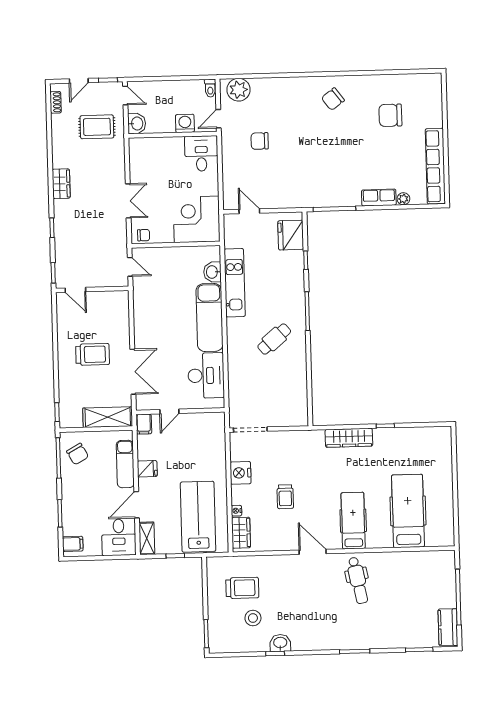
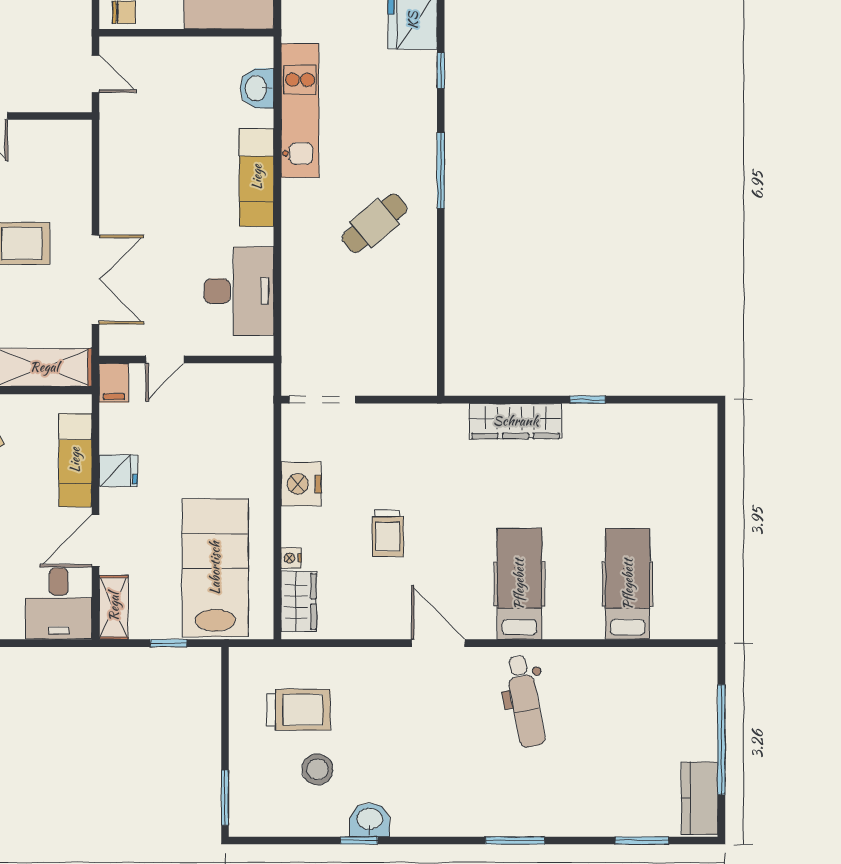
exam couch: (209, 317) -> (257, 177), width x0.73, depth x0.69
hospital bed: (408, 511) -> (628, 584), width x0.73, depth x0.78

